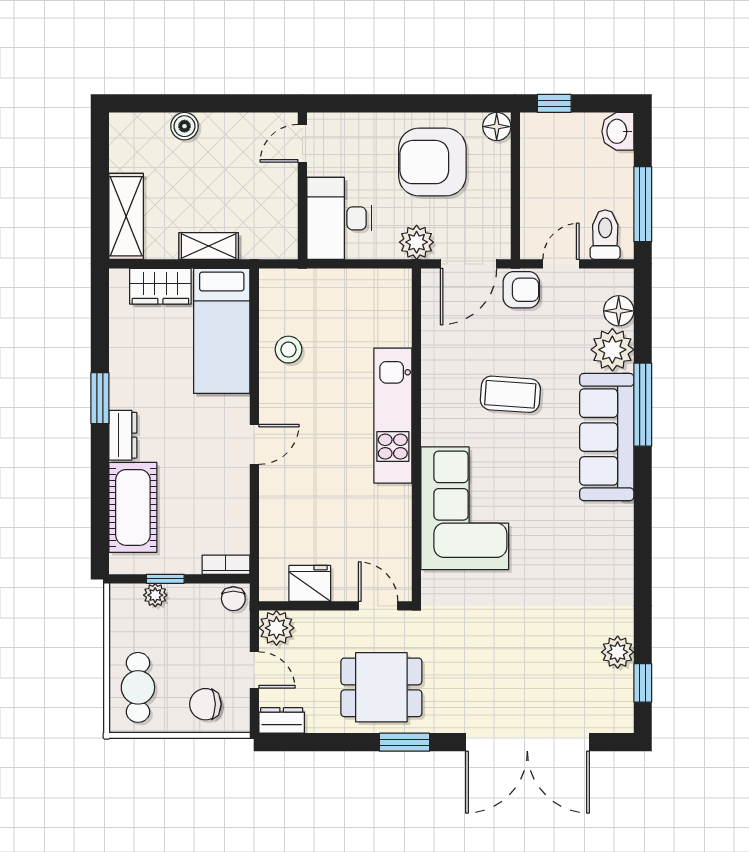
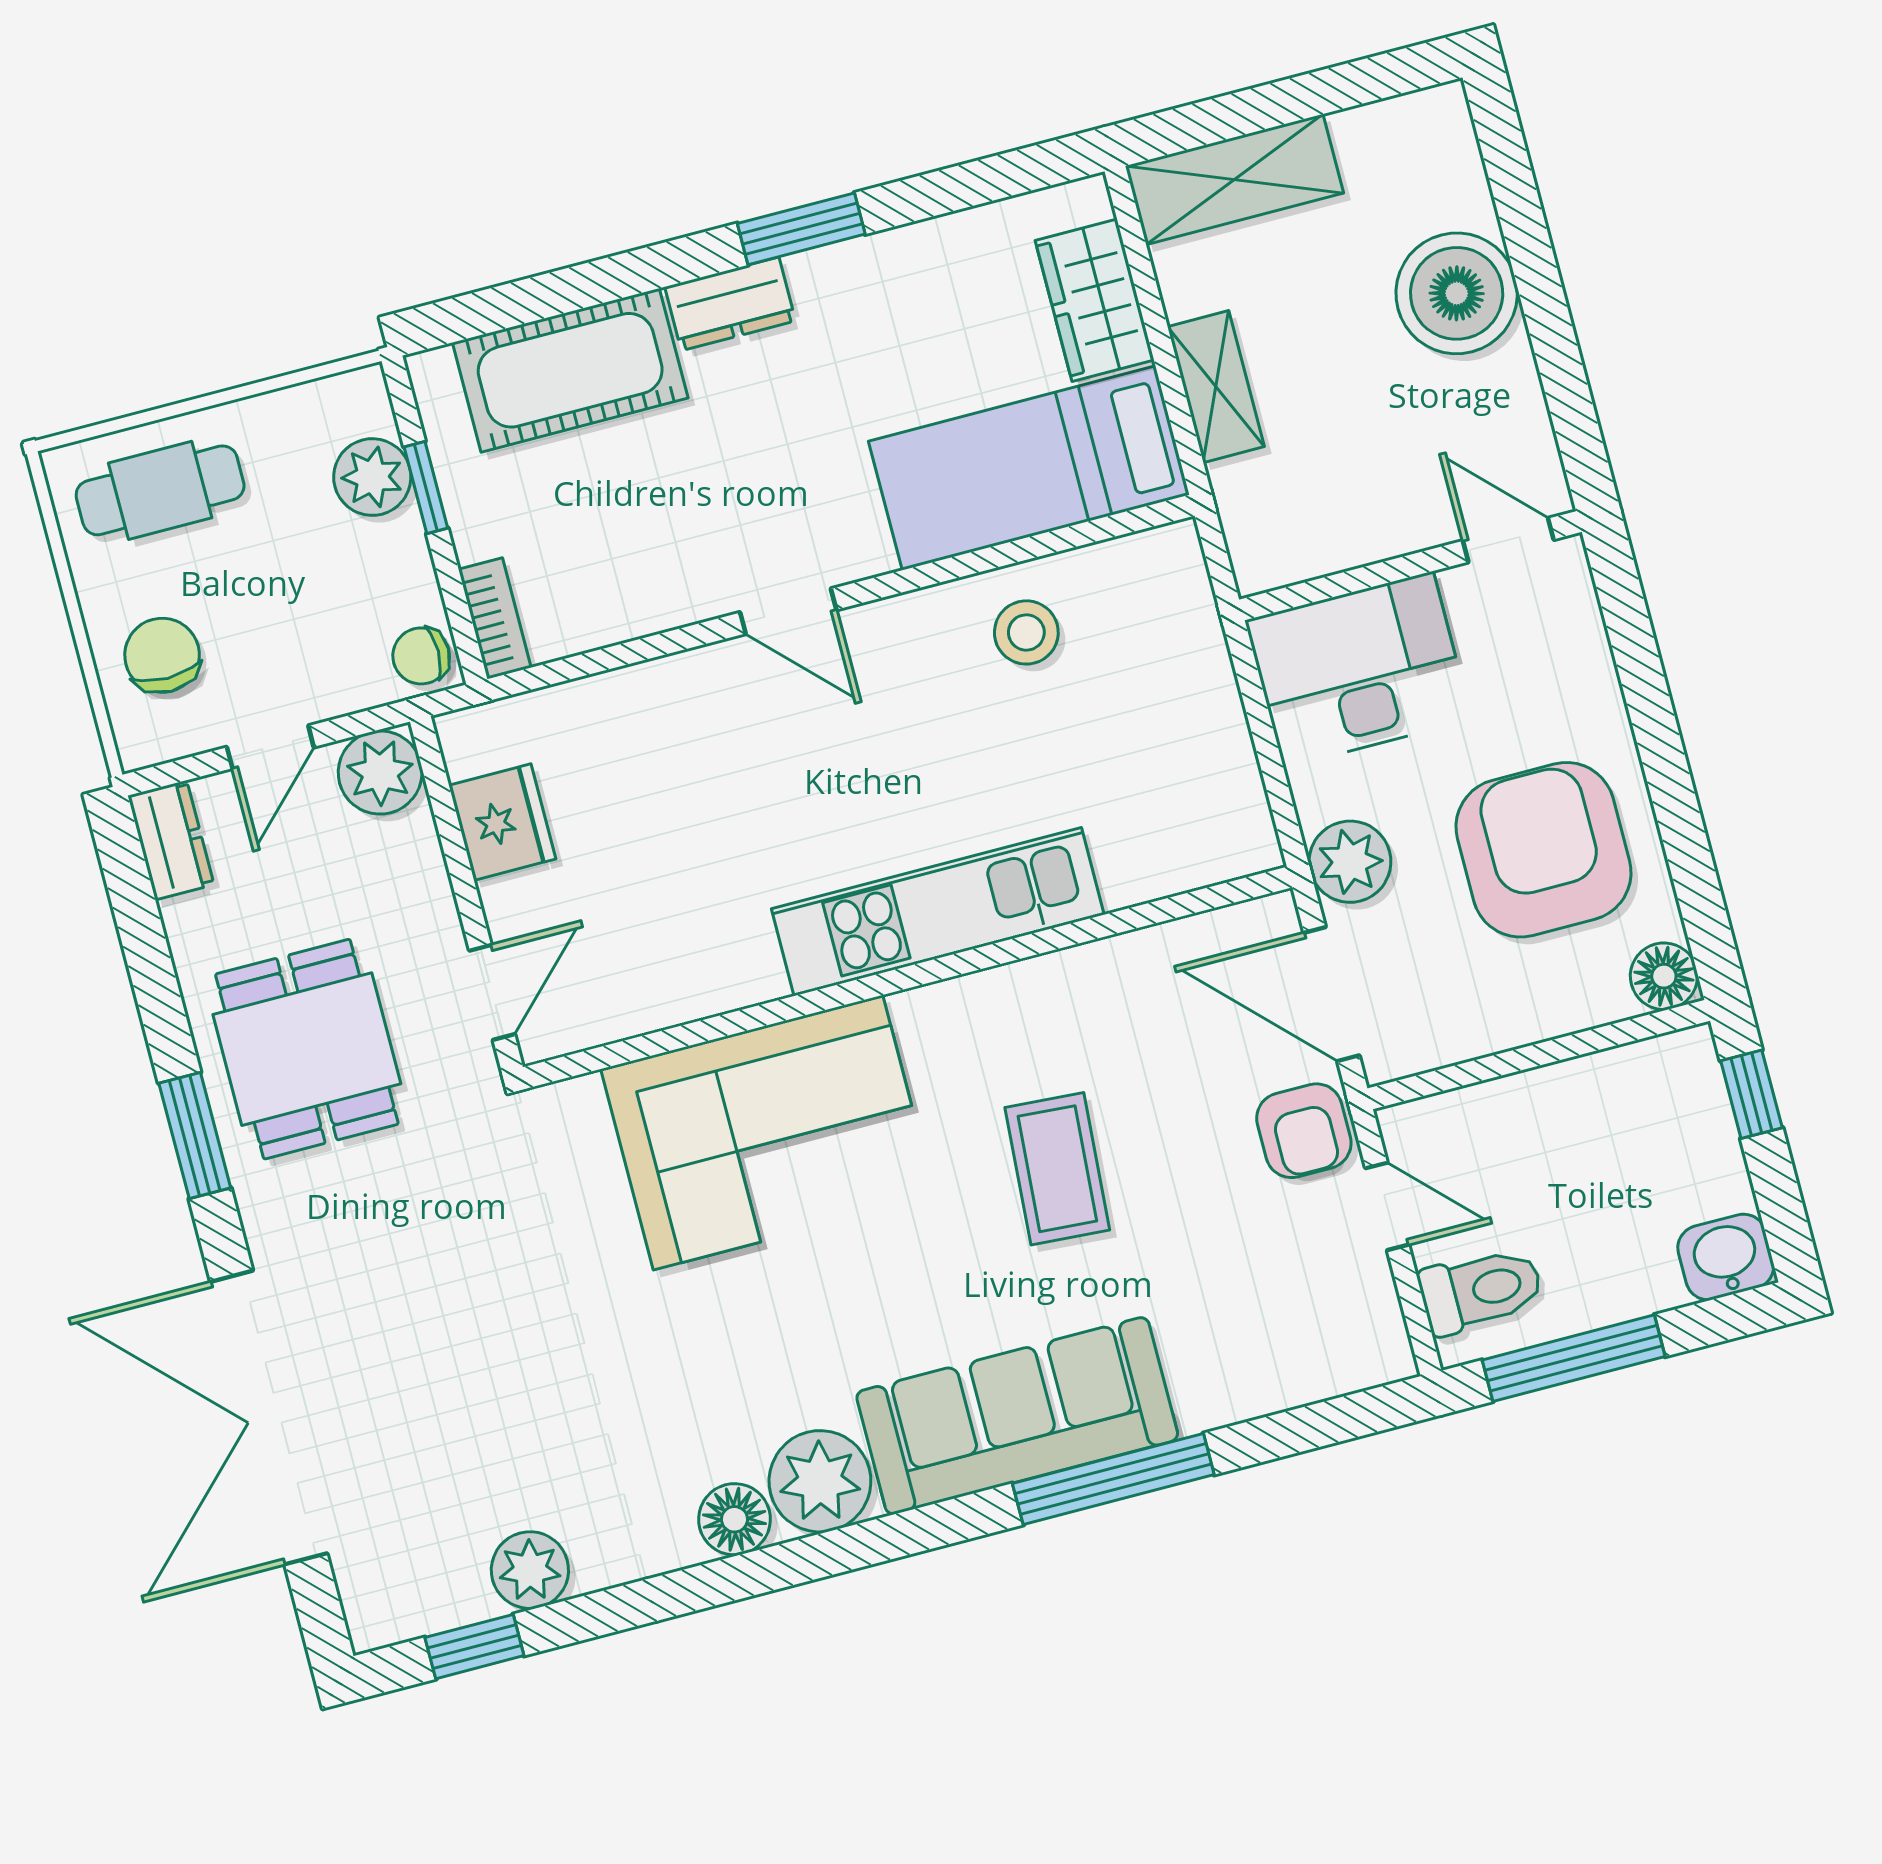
boiler: (184, 126) -> (1457, 293), width x1.86, depth x1.86
floor lamp: (619, 311) -> (734, 1519), moved
plant: (612, 350) -> (820, 1481), moved
plant: (155, 595) -> (372, 477), width x1.38, depth x1.38

